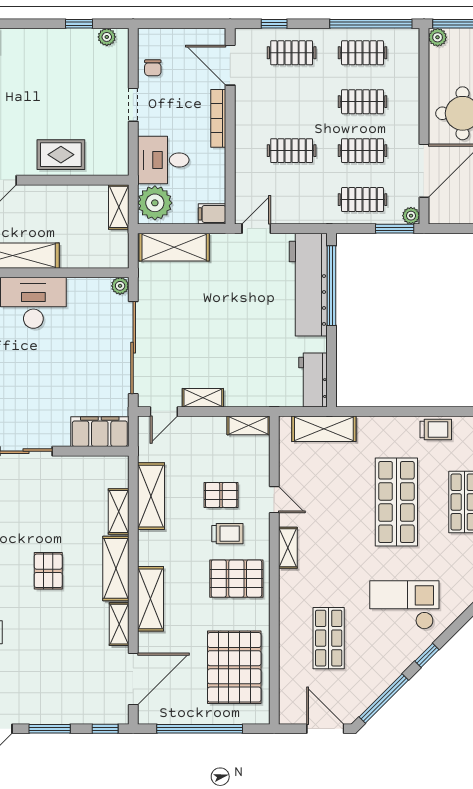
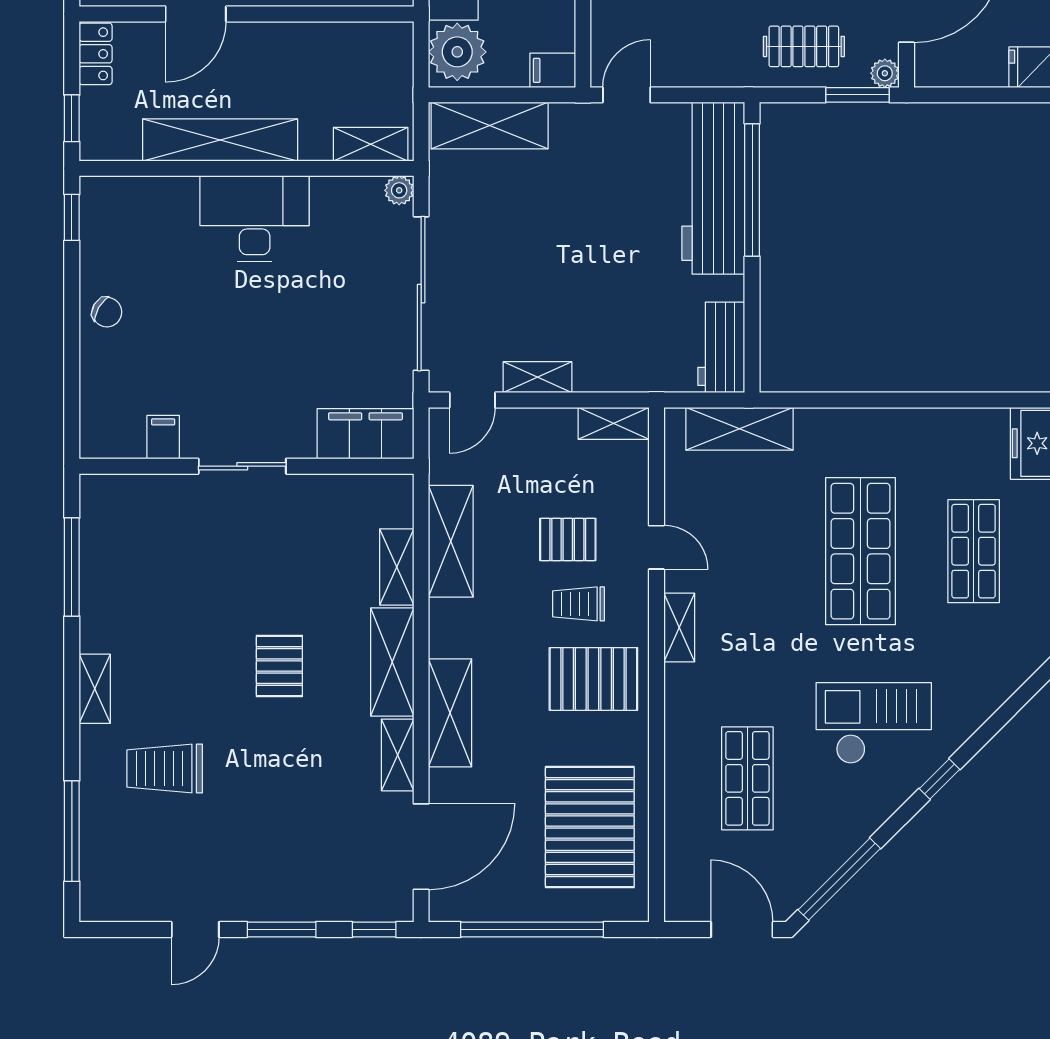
shelving: (119, 207) -> (371, 144), moved, turned 90
trolley: (436, 429) -> (926, 430), removed
trolley: (227, 534) -> (578, 604), turned 180
window: (427, 655) -> (939, 779), moved

